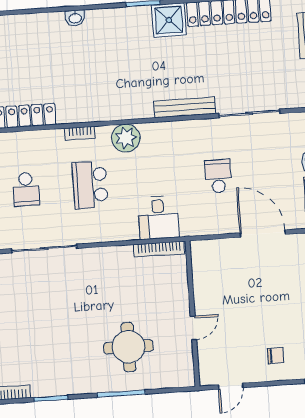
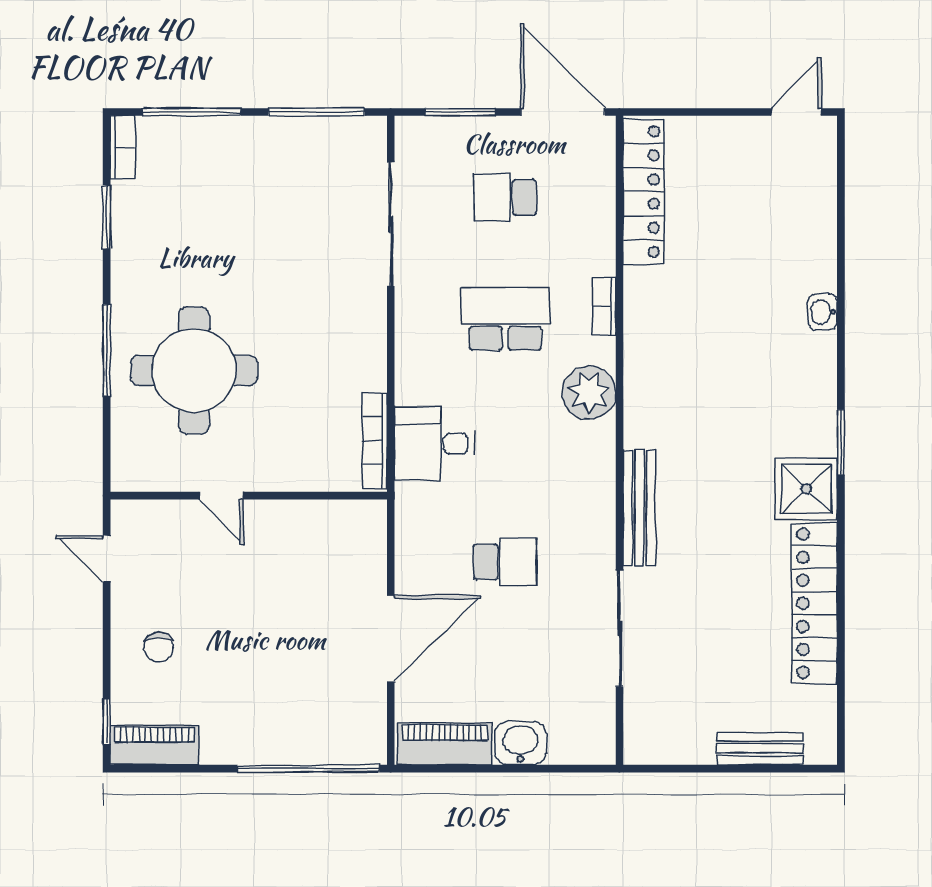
round table: (128, 347) -> (194, 370), width x1.36, depth x1.36

